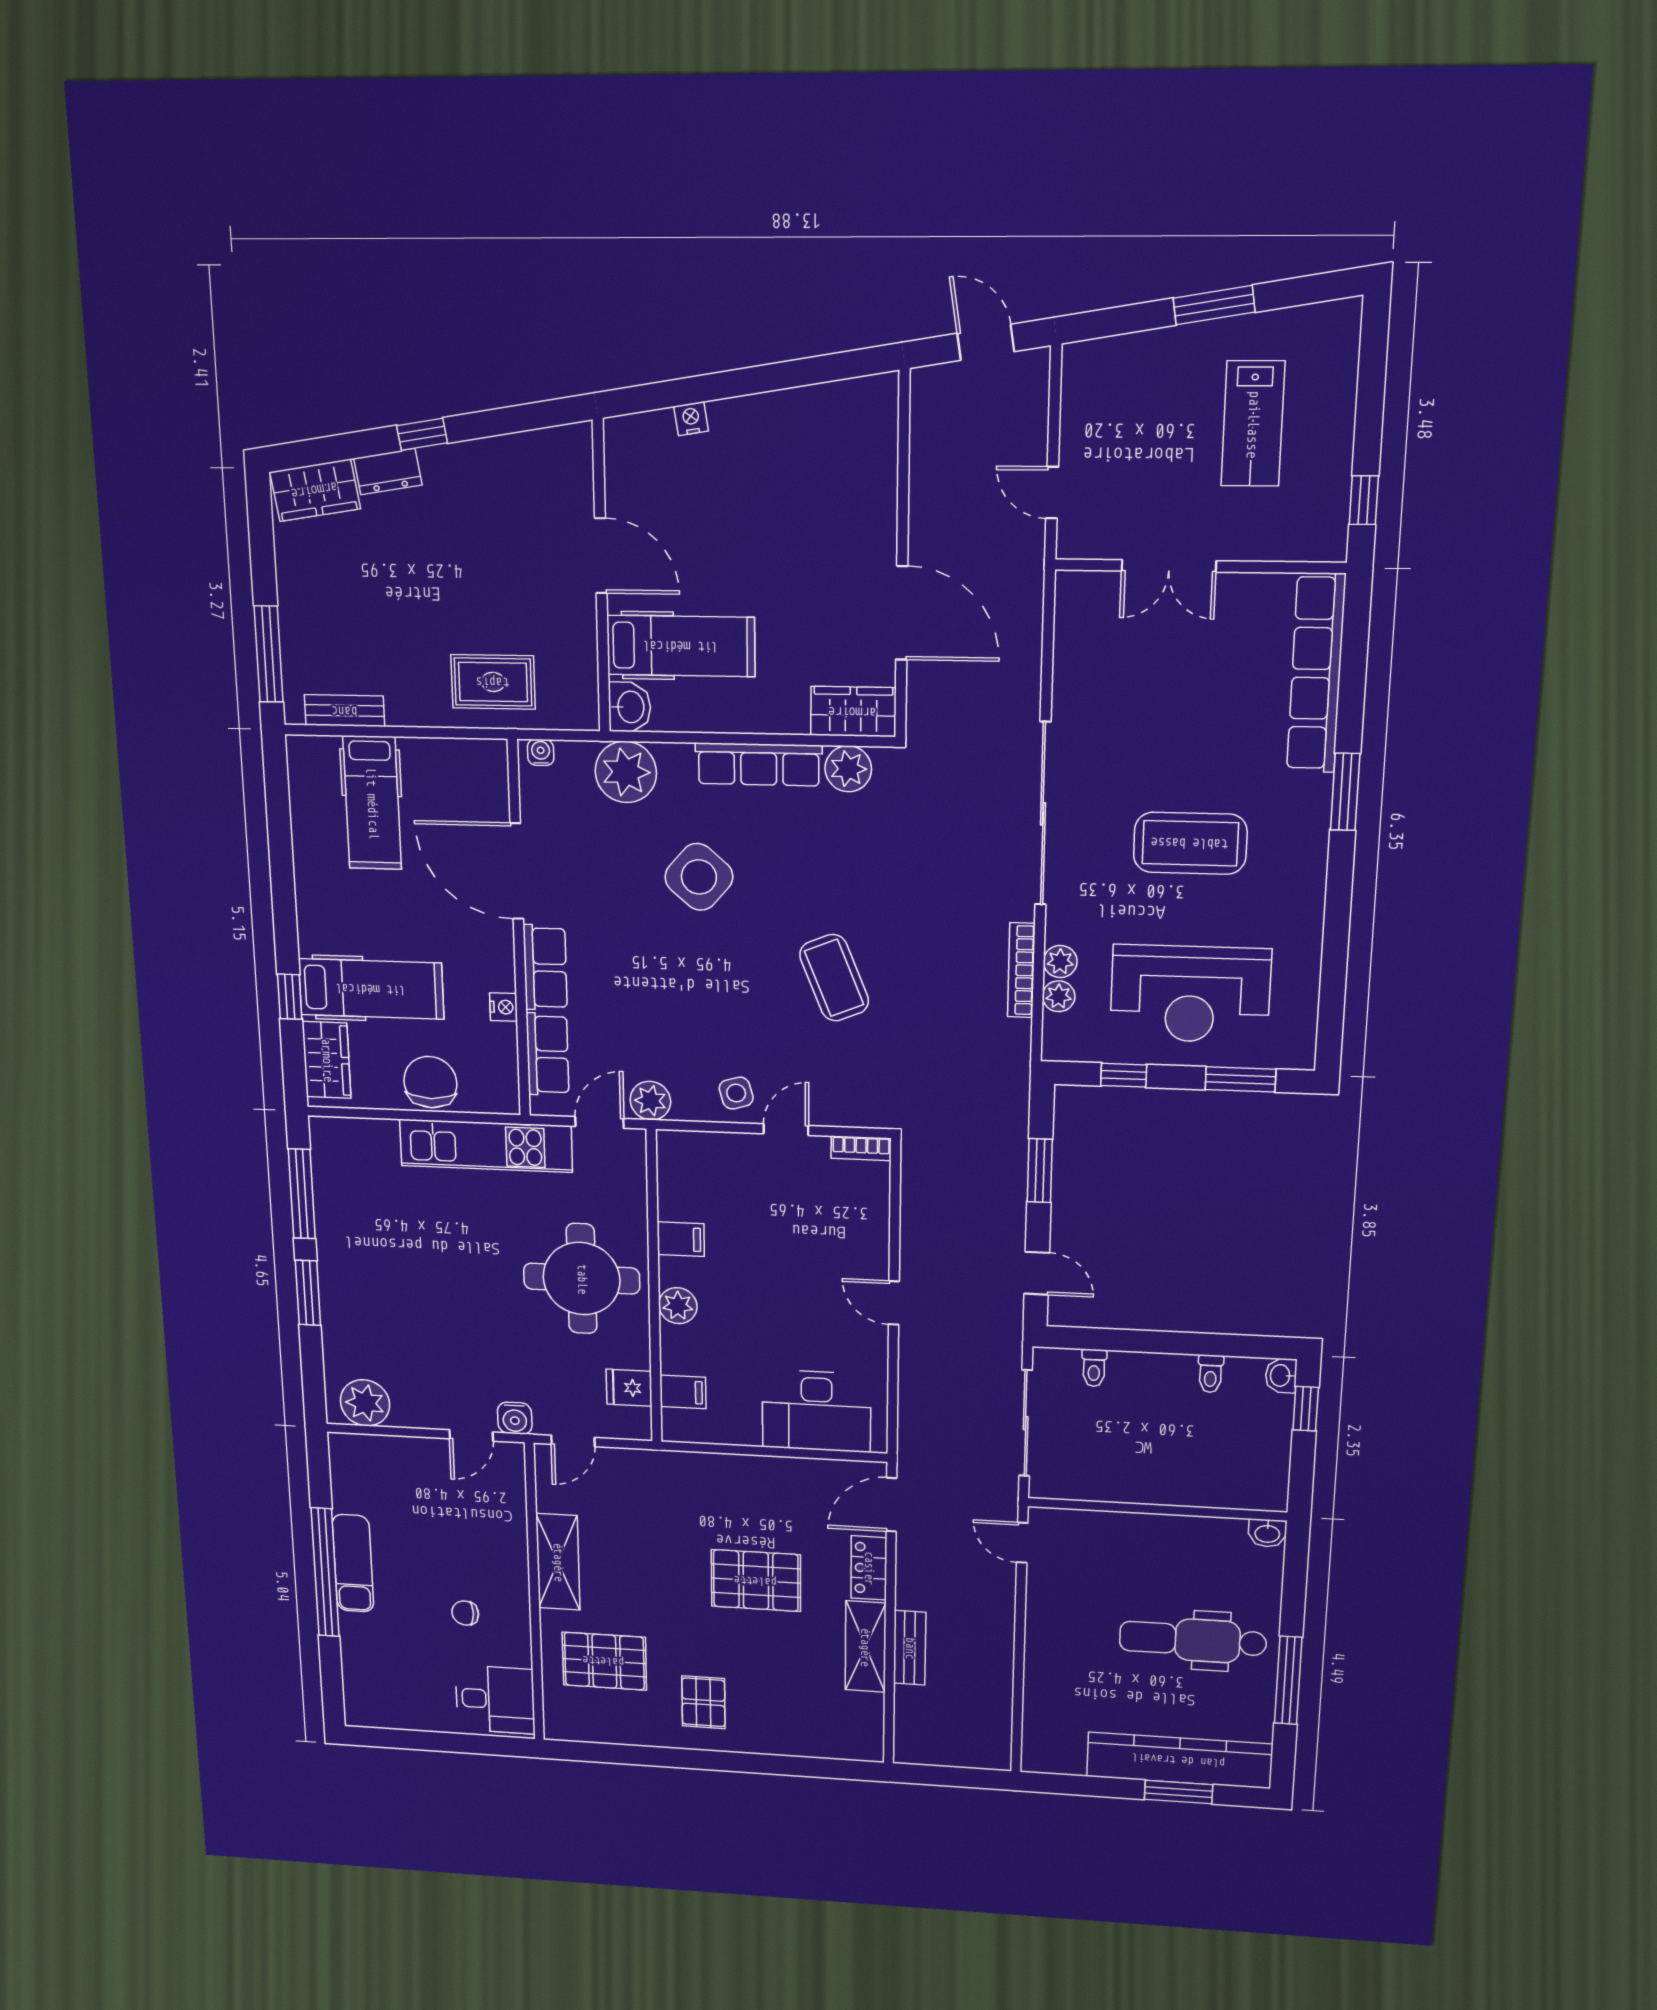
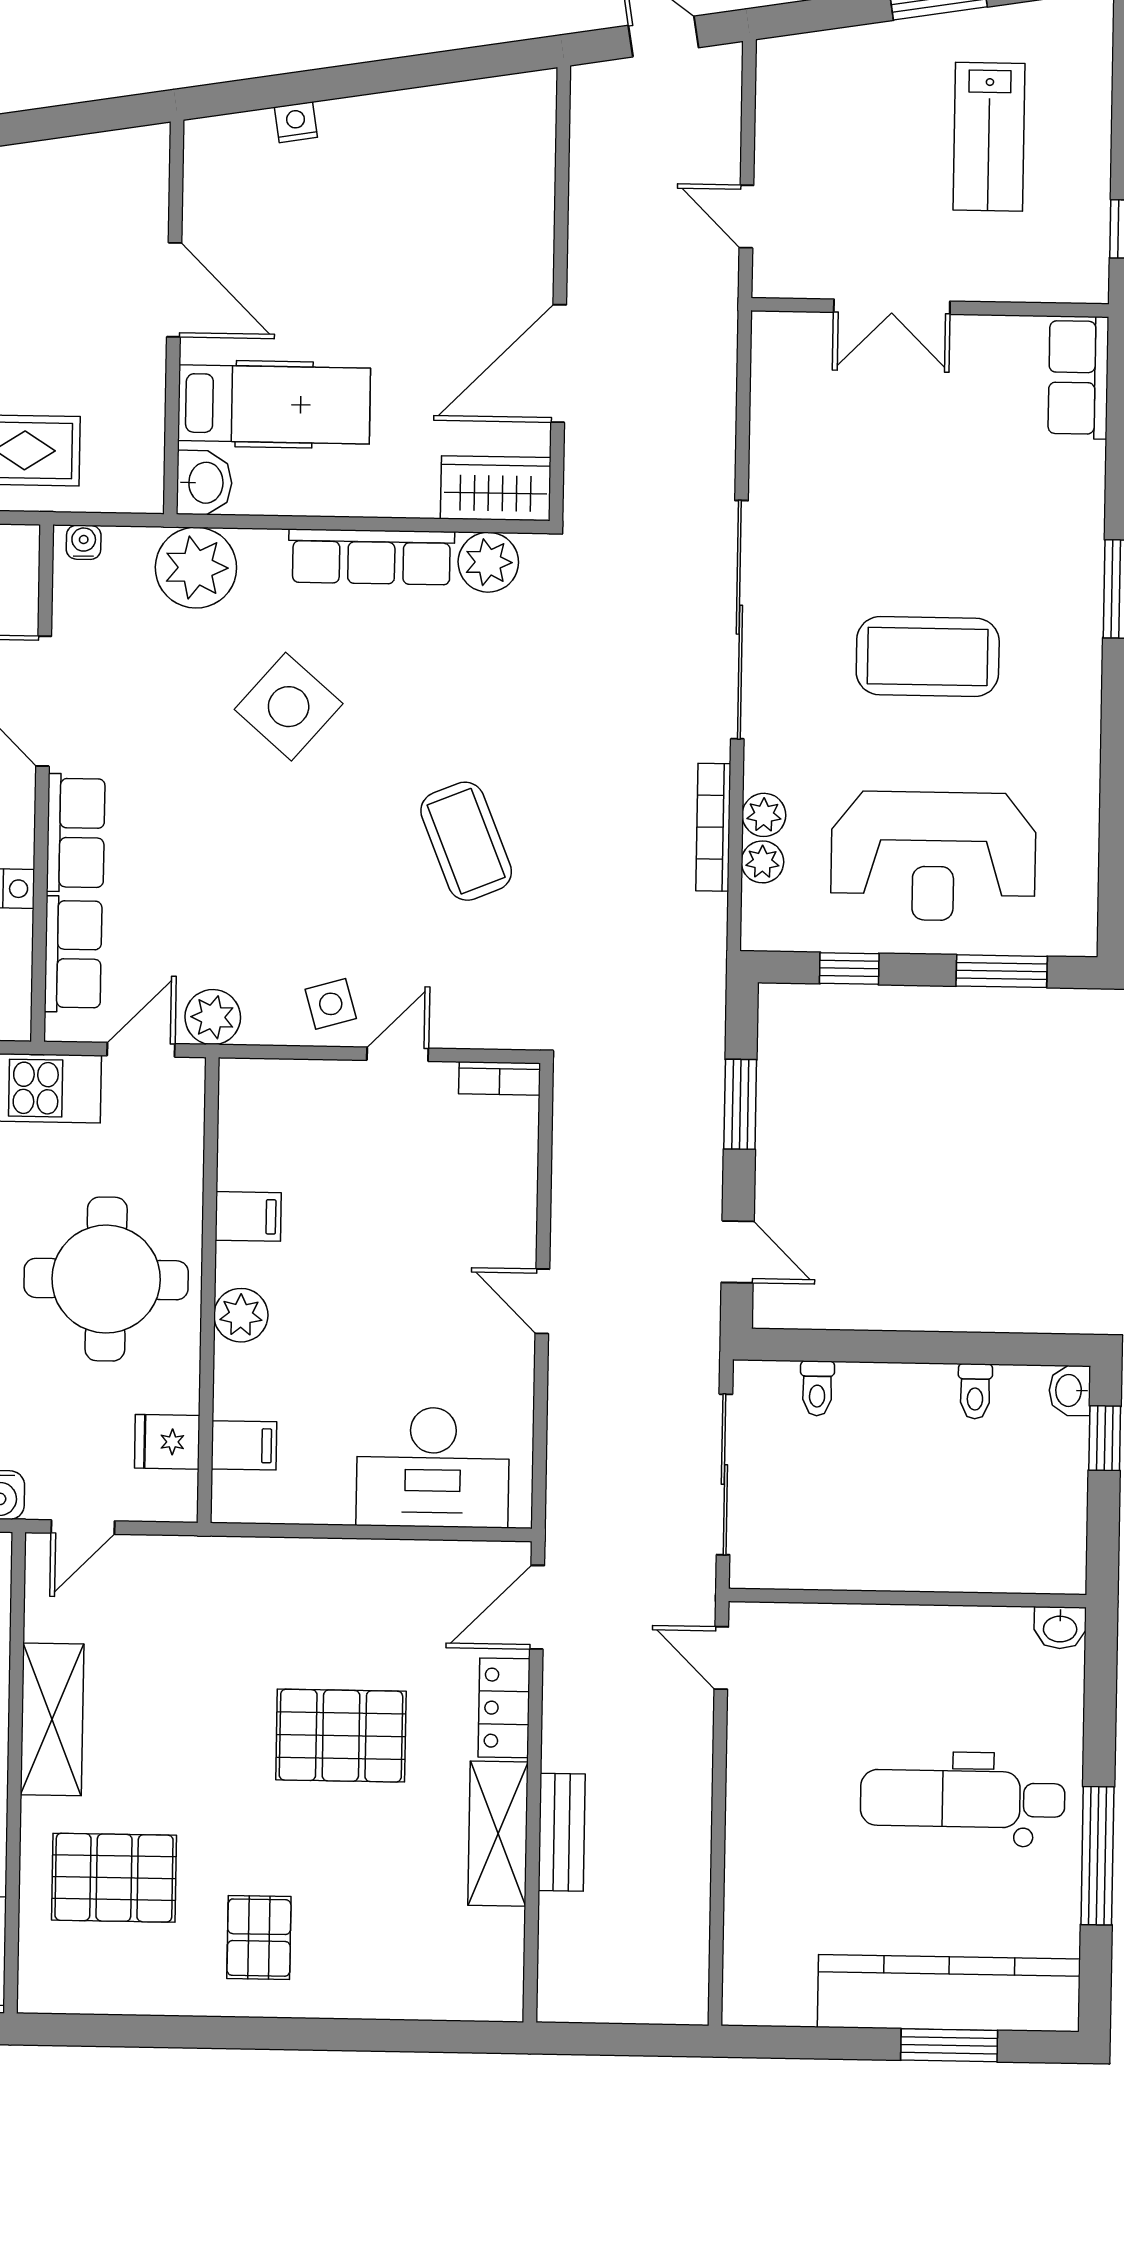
door: (902, 613) -> (559, 363), swing flipped
row of seats: (1316, 673) -> (1078, 378), width x0.50

